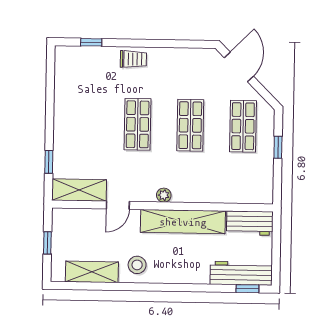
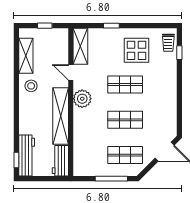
trolley: (133, 59) -> (168, 43), moved
display table: (87, 106) -> (136, 50), added
window: (278, 147) -> (111, 179), width x2.17
window: (49, 162) -> (111, 26), moved
plant: (164, 195) -> (82, 99), width x1.88, depth x1.88

